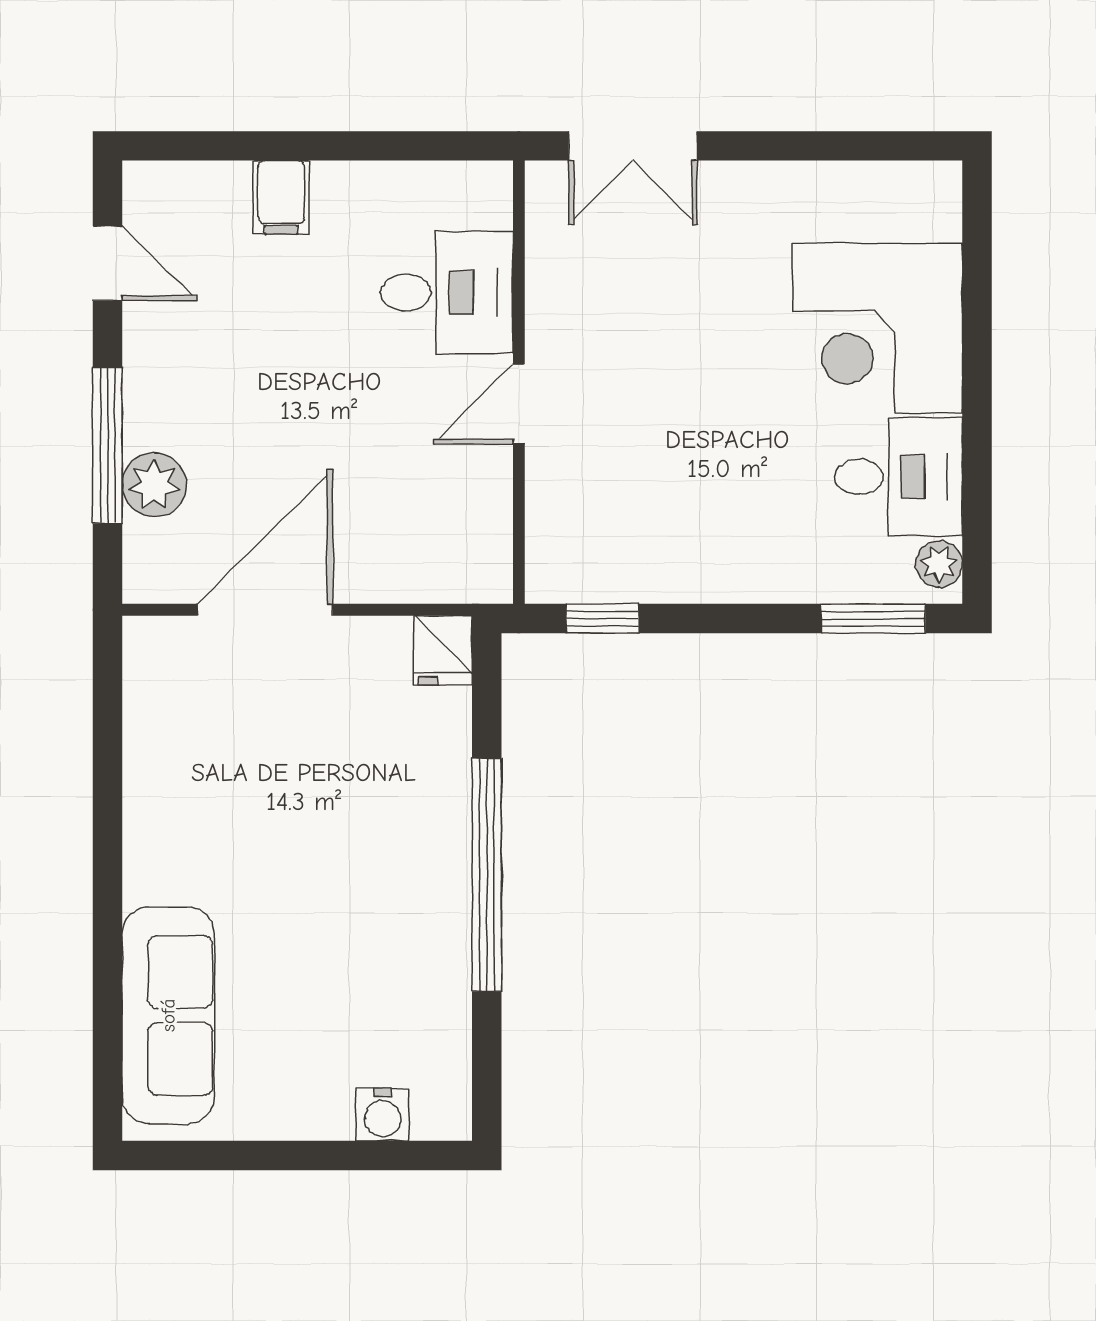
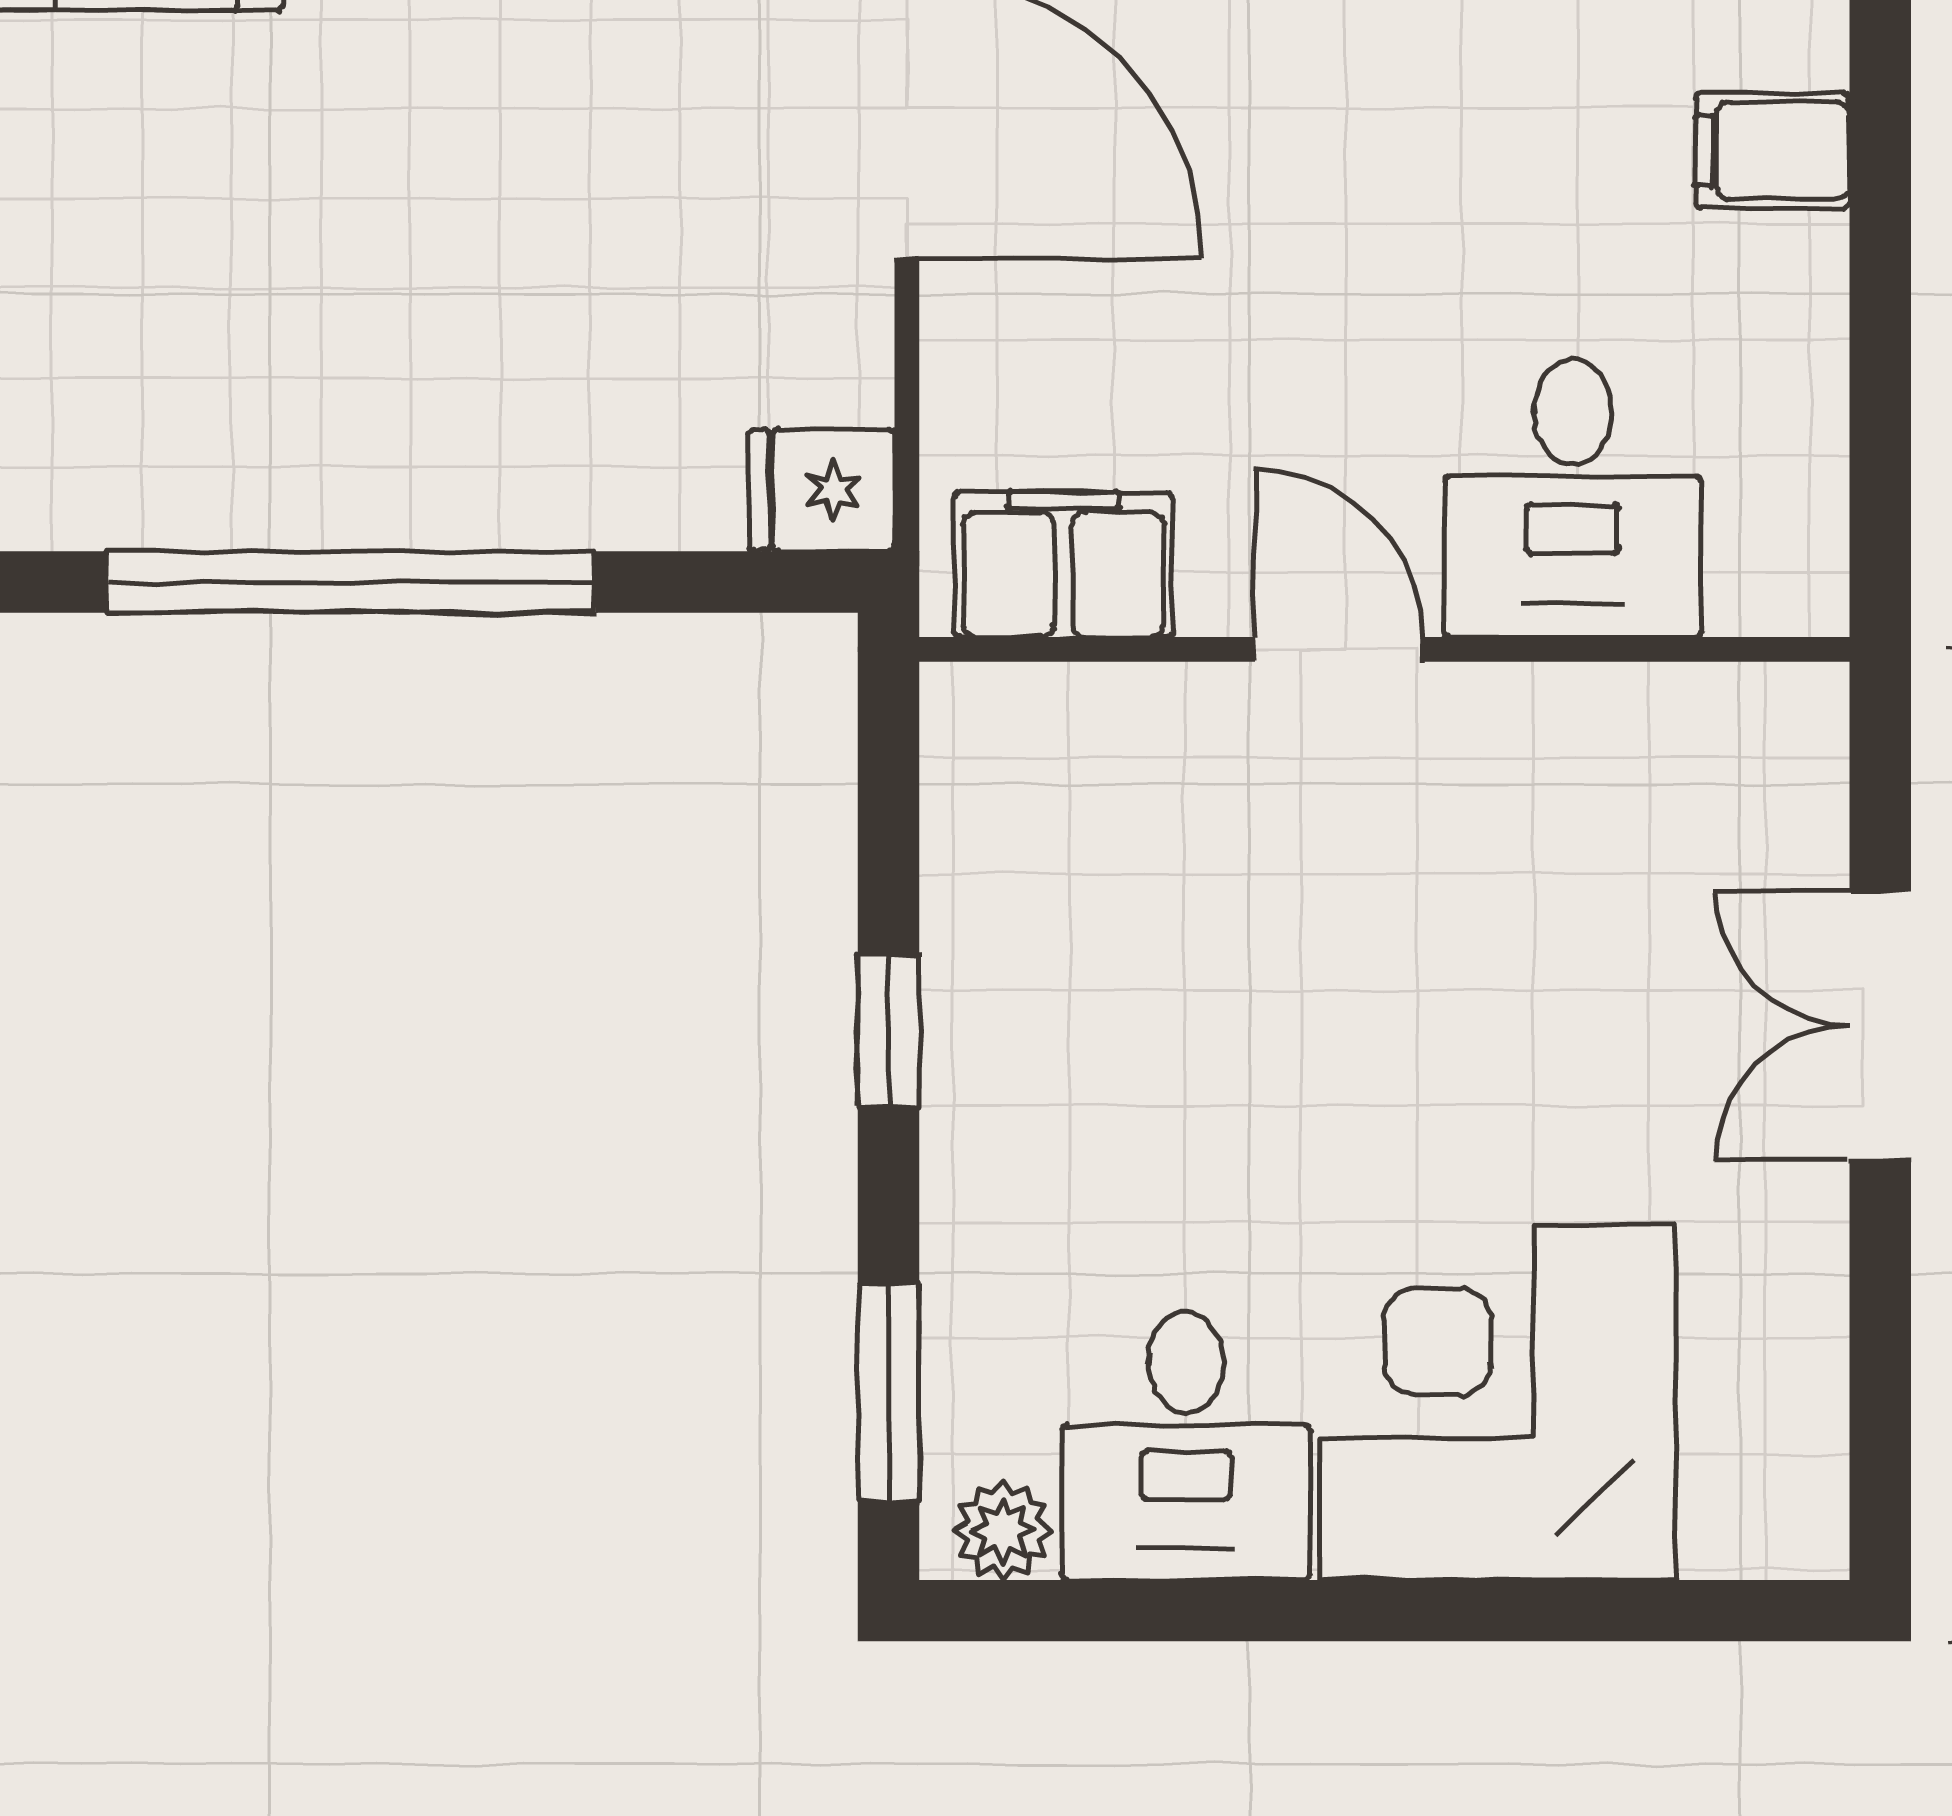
double door: (633, 146) -> (1880, 1026), moved
filing cabinet: (478, 535) -> (1063, 565), added
window: (602, 619) -> (888, 1031), moved

